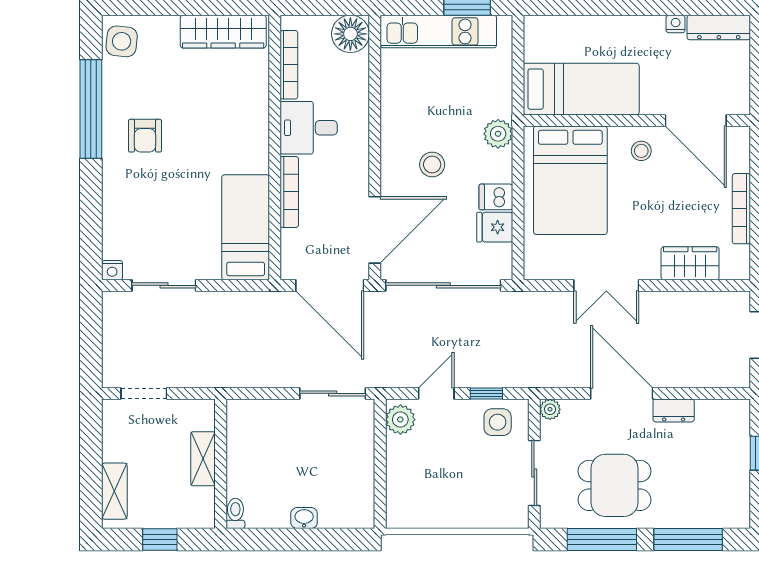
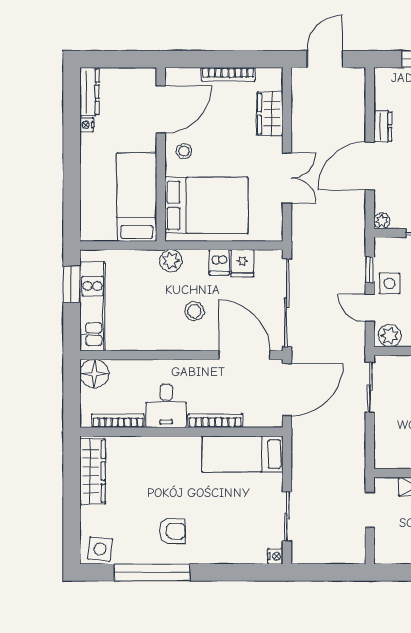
doorway: (144, 393) -> (370, 510), moved
side table: (498, 422) -> (389, 284), moved

